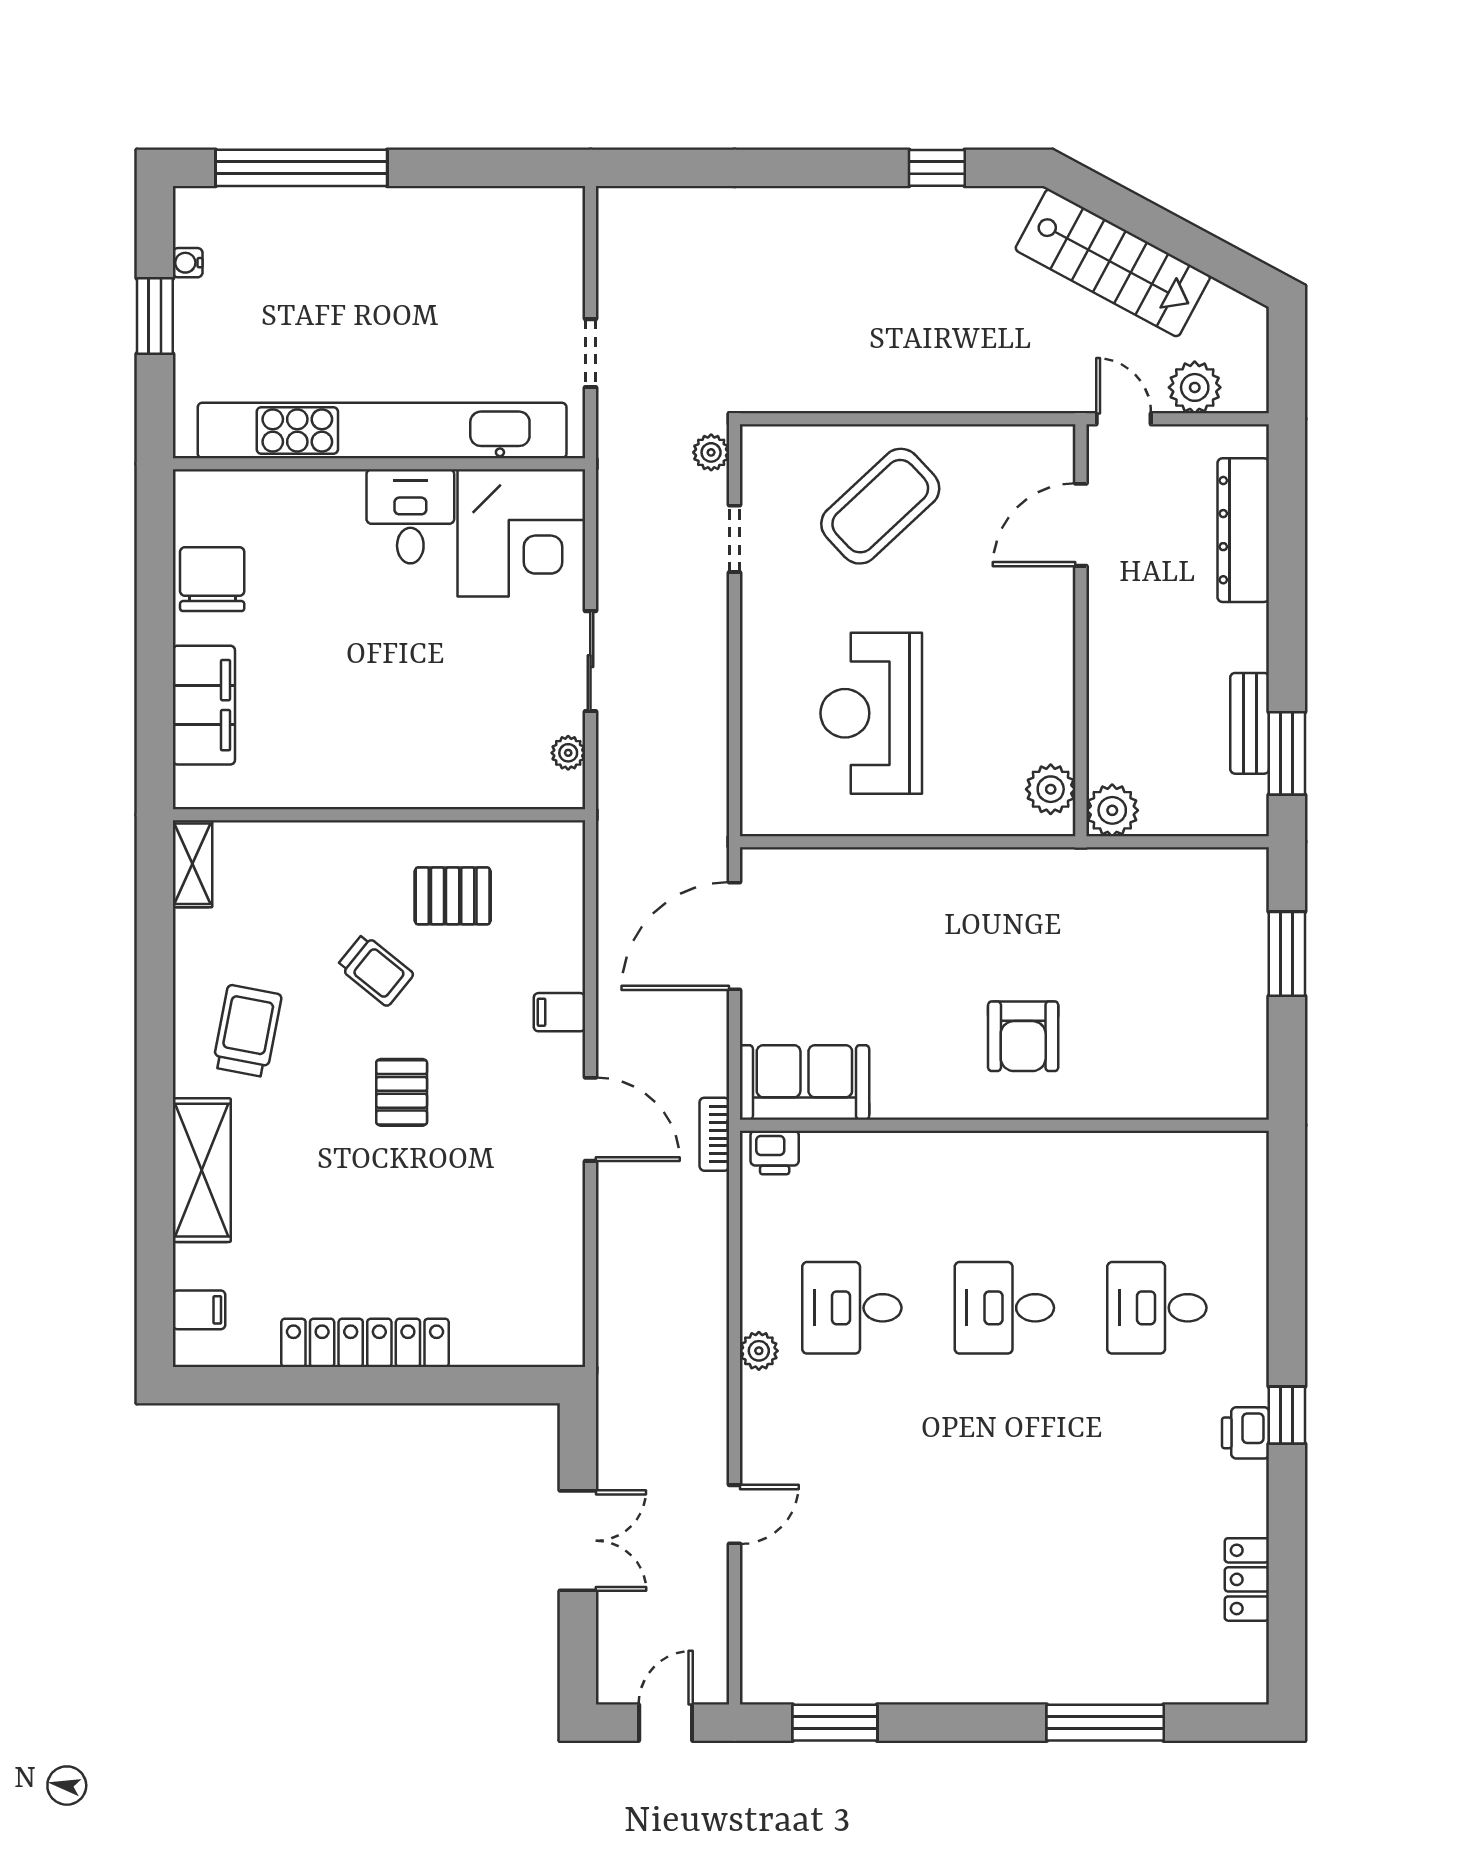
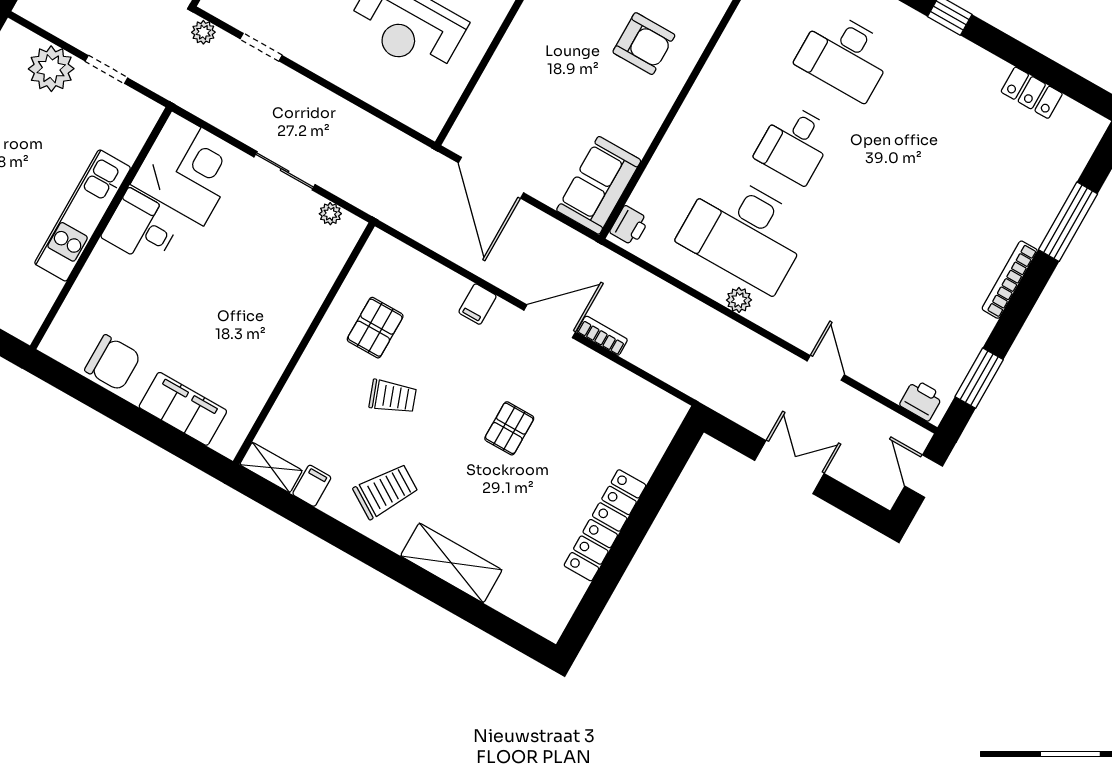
plant: (550, 281) -> (51, 69), added
kitchen unit: (382, 430) -> (83, 215), width x0.54
chair: (212, 579) -> (113, 363), turned 180
trolley: (375, 970) -> (393, 397), turned 31
trolley: (247, 1031) -> (386, 491), turned 111
pallet: (402, 1092) -> (509, 428), moved, turned 90
bookcase: (714, 1134) -> (602, 336), moved, turned 180
desk: (852, 1308) -> (745, 232), width x1.87, depth x1.30
desk: (1157, 1308) -> (845, 55), width x1.37
filing cabinet: (199, 1310) -> (312, 486), moved
printer: (1245, 1433) -> (921, 400), moved, turned 180
bookcase: (986, 1689) -> (1010, 280), added

